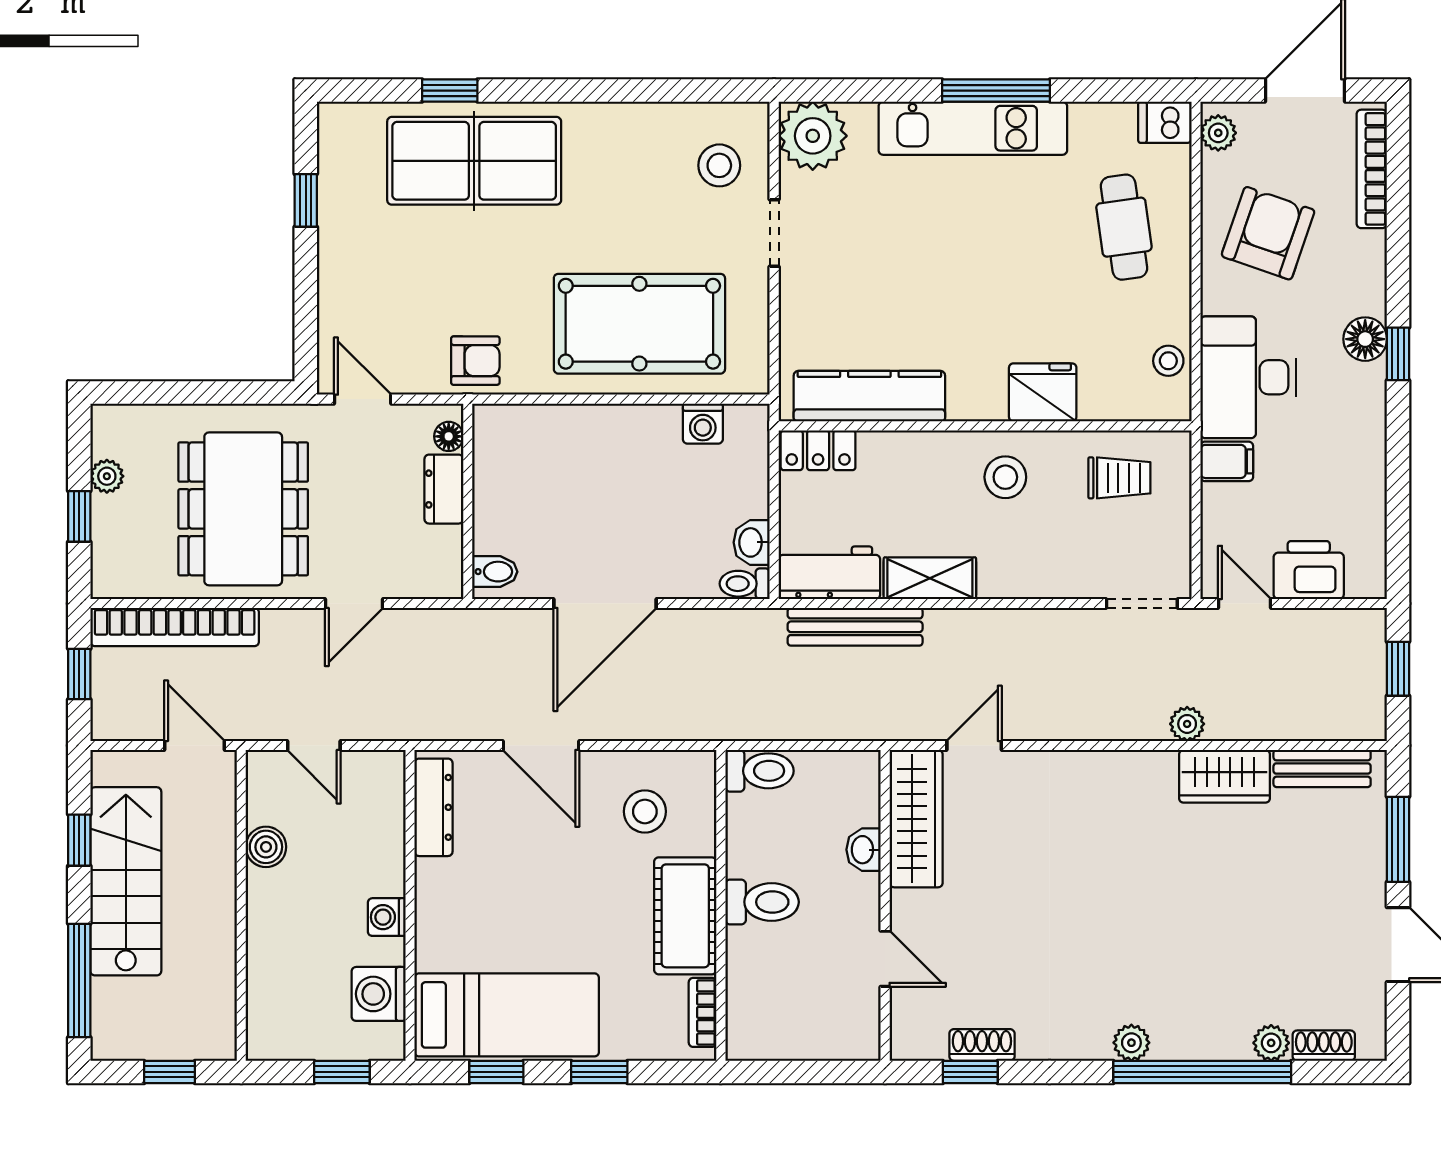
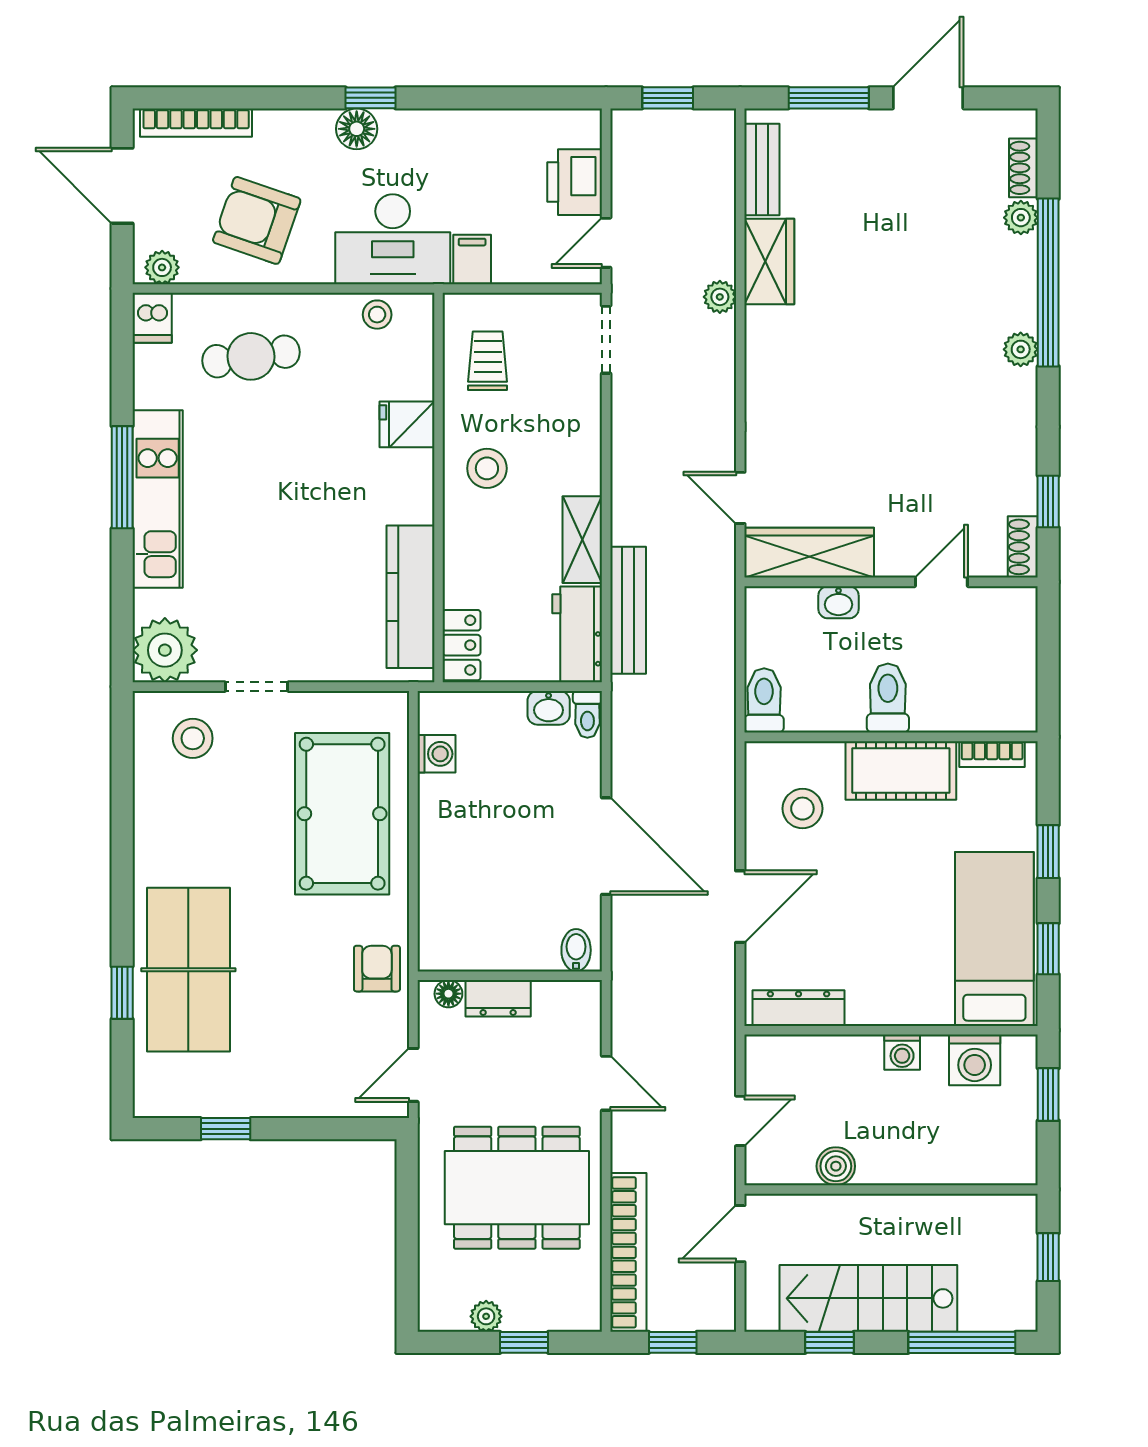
fridge: (1043, 392) -> (407, 424), width x0.72
shoe rack: (982, 1045) -> (1023, 547), moved

